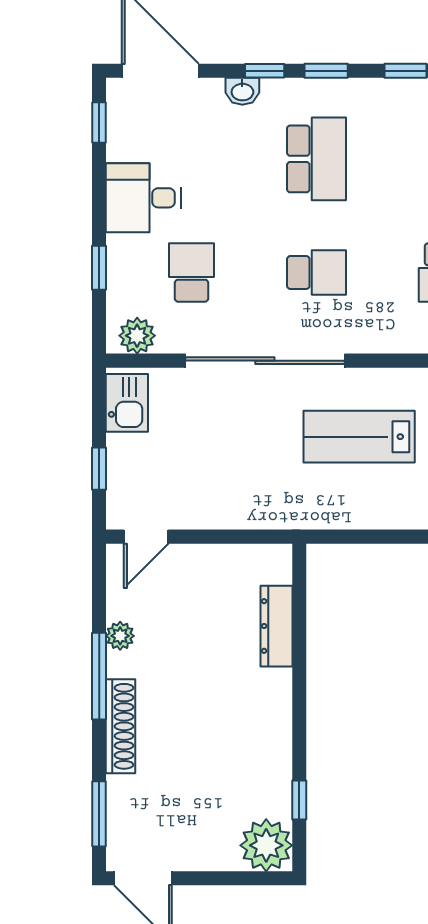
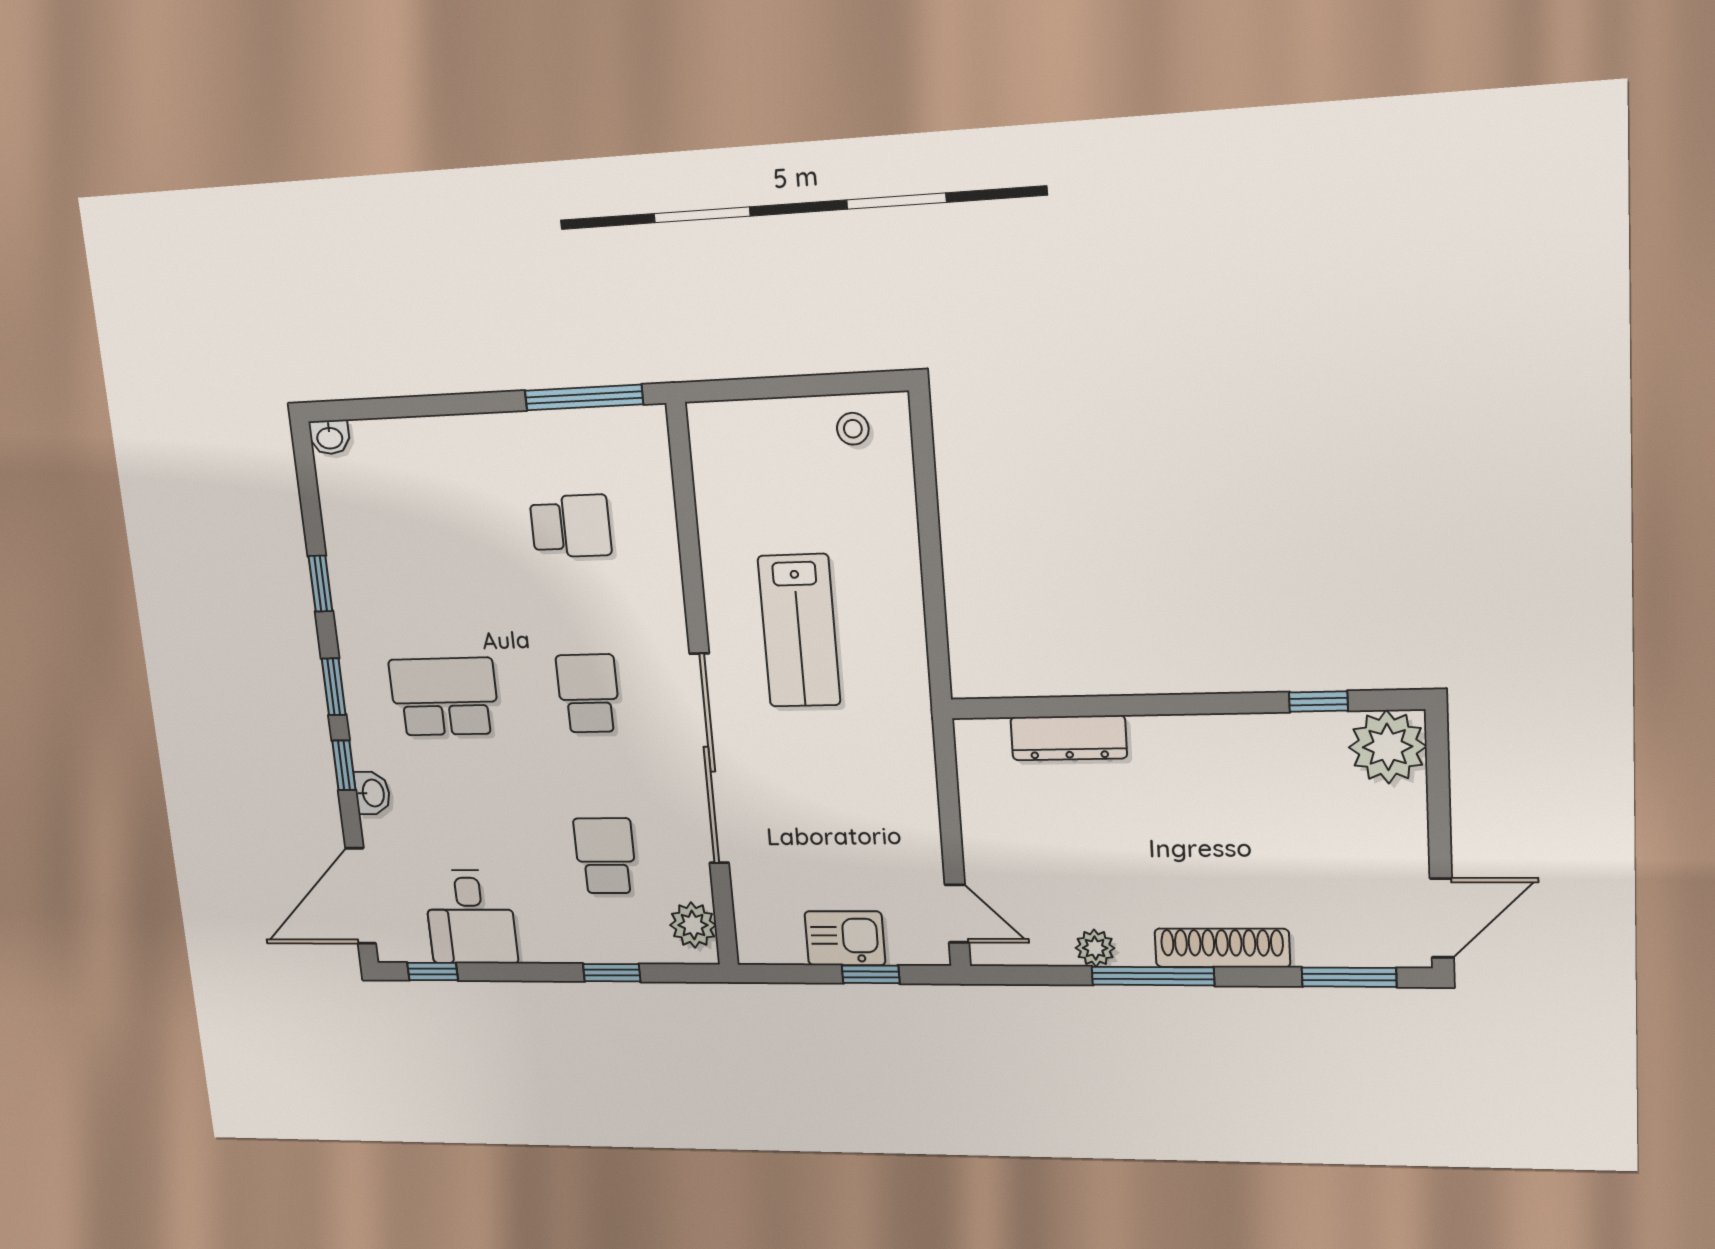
desk: (143, 198) -> (471, 917), moved
school desk: (192, 273) -> (605, 856), turned 90
kitchen sink: (127, 403) -> (845, 938), moved

